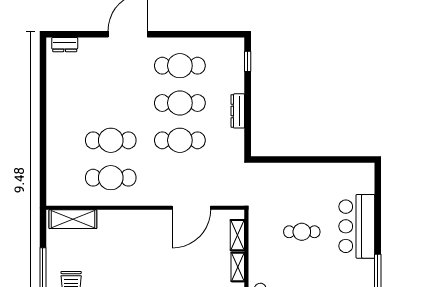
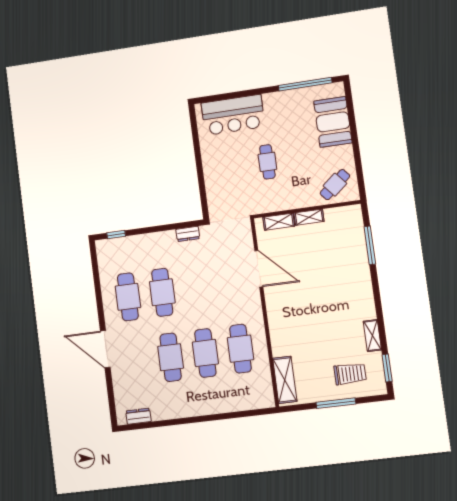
dresser: (65, 45) -> (138, 416), moved, turned -90
dresser: (238, 111) -> (188, 234), moved, width x0.70
cafe table: (180, 140) -> (171, 357), moved
bar counter: (357, 226) -> (233, 115), moved

